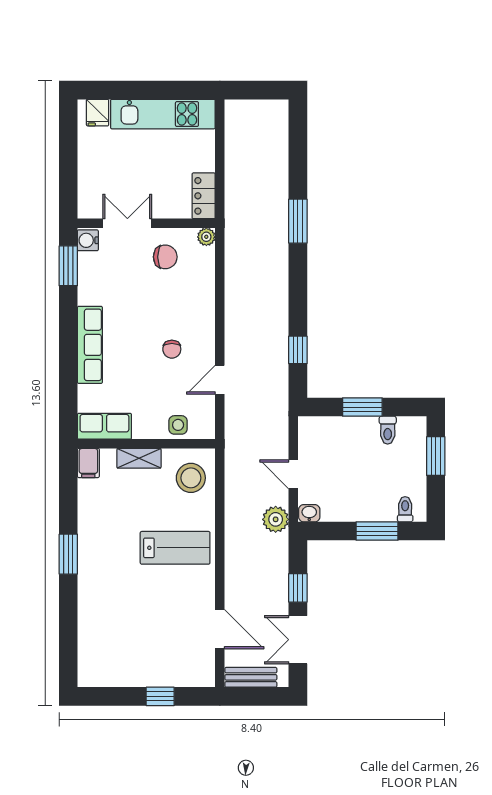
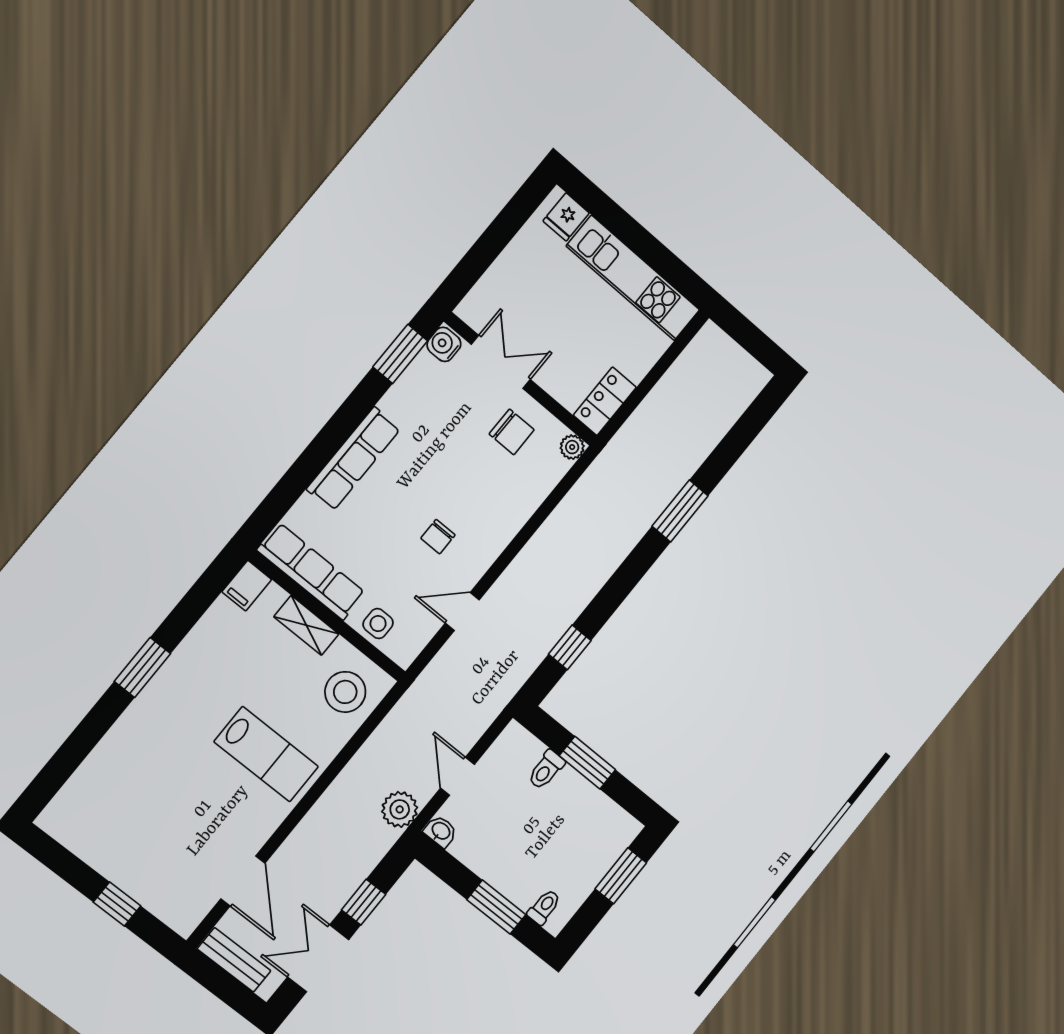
row of seats: (104, 426) -> (311, 572), width x1.48
toilet: (388, 430) -> (546, 770), moved

